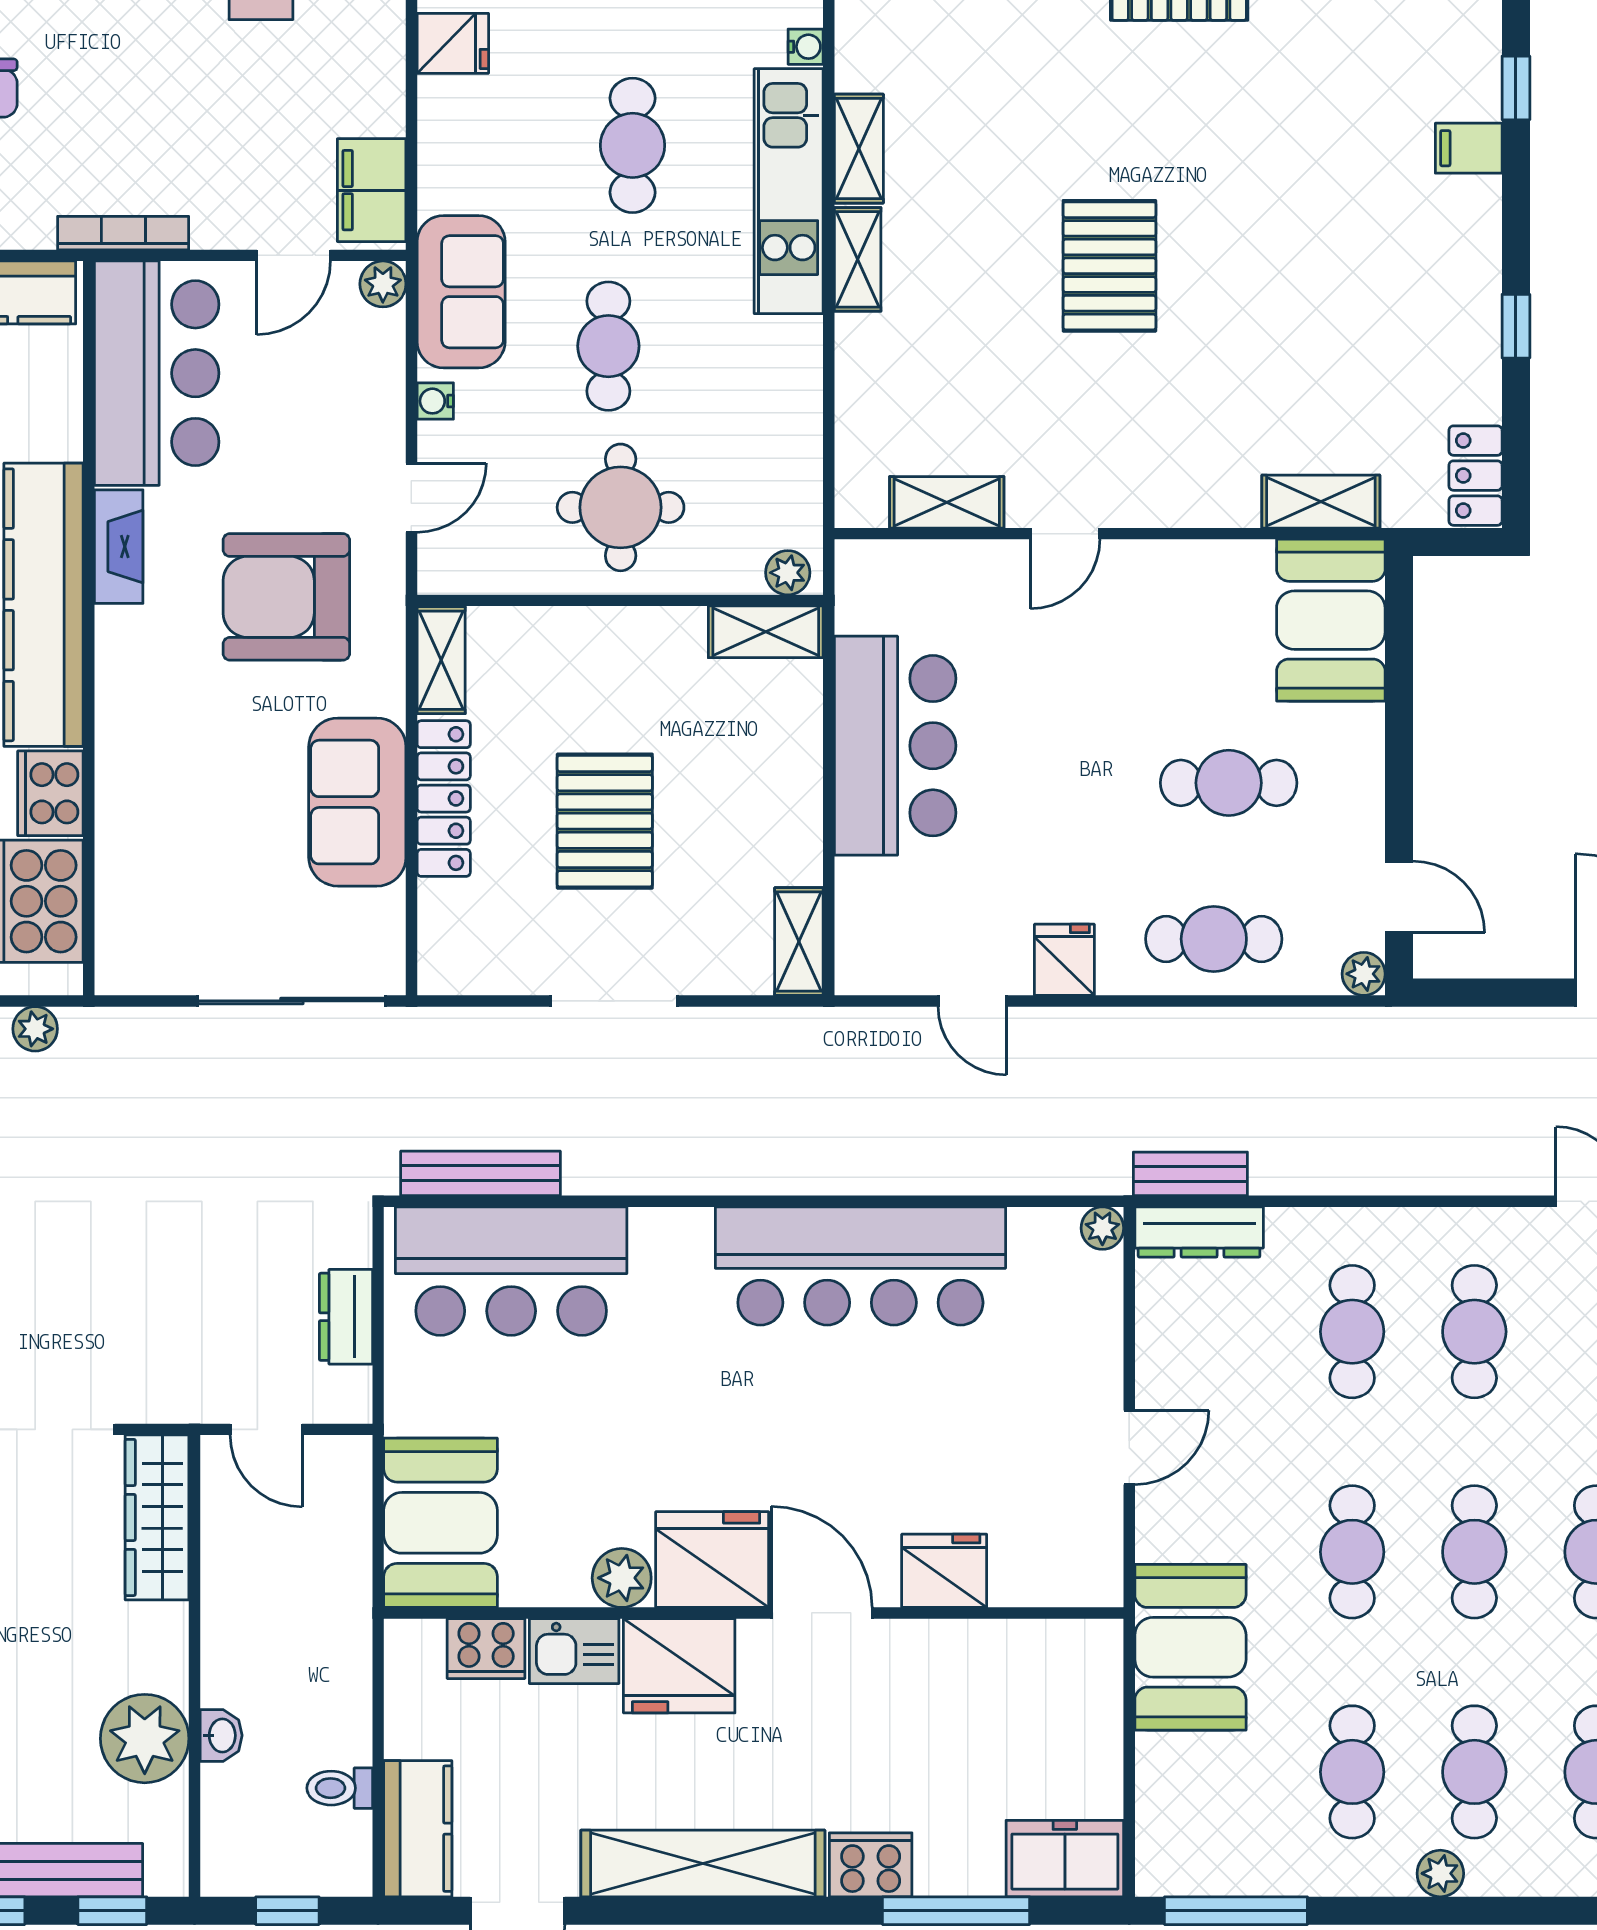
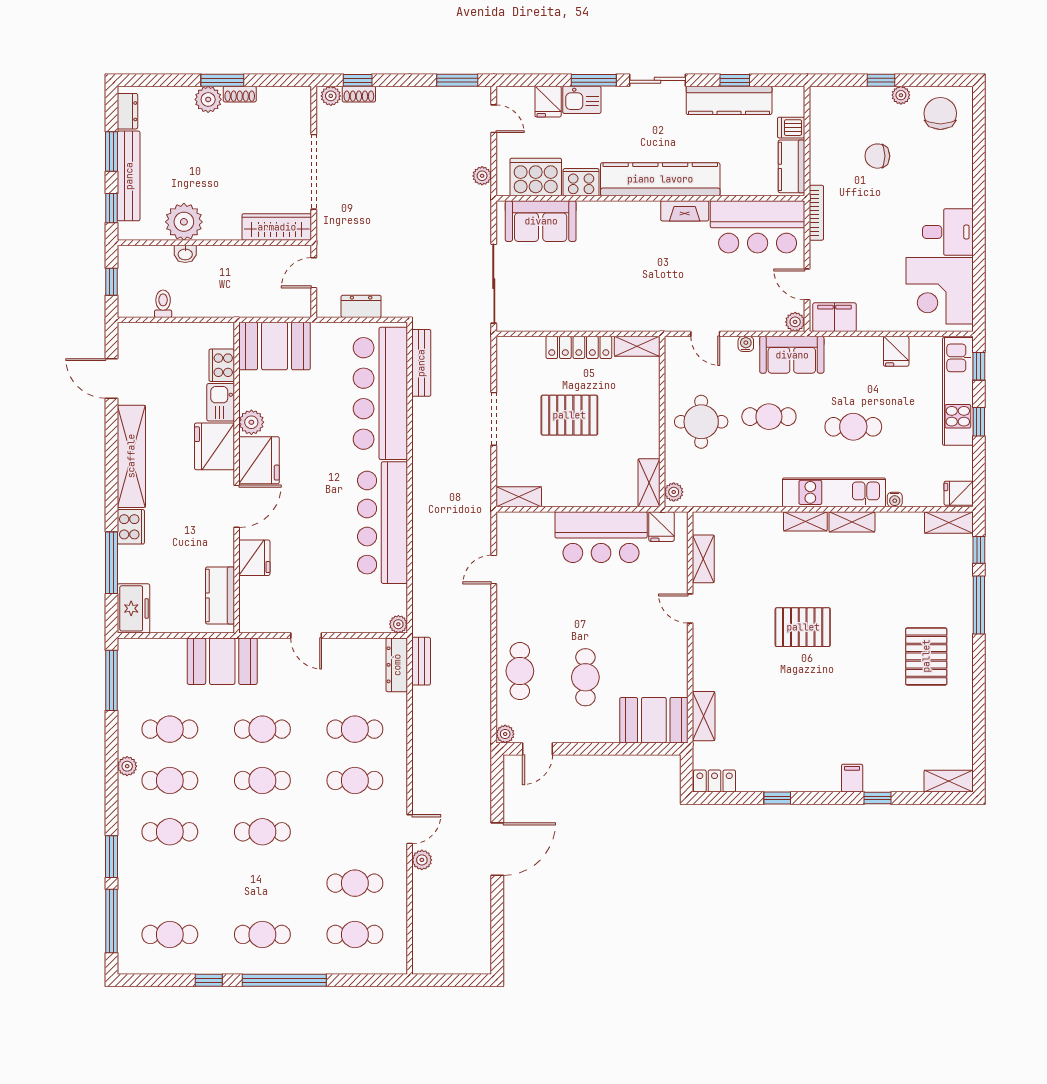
armchair: (286, 597) -> (664, 281), removed
sofa: (357, 802) -> (541, 221), moved, turned 180
fridge: (1064, 960) -> (661, 527), moved, turned 90
bar counter: (511, 1271) -> (380, 393), width x1.36
kitchen counter: (418, 1829) -> (220, 595), moved, turned 90

